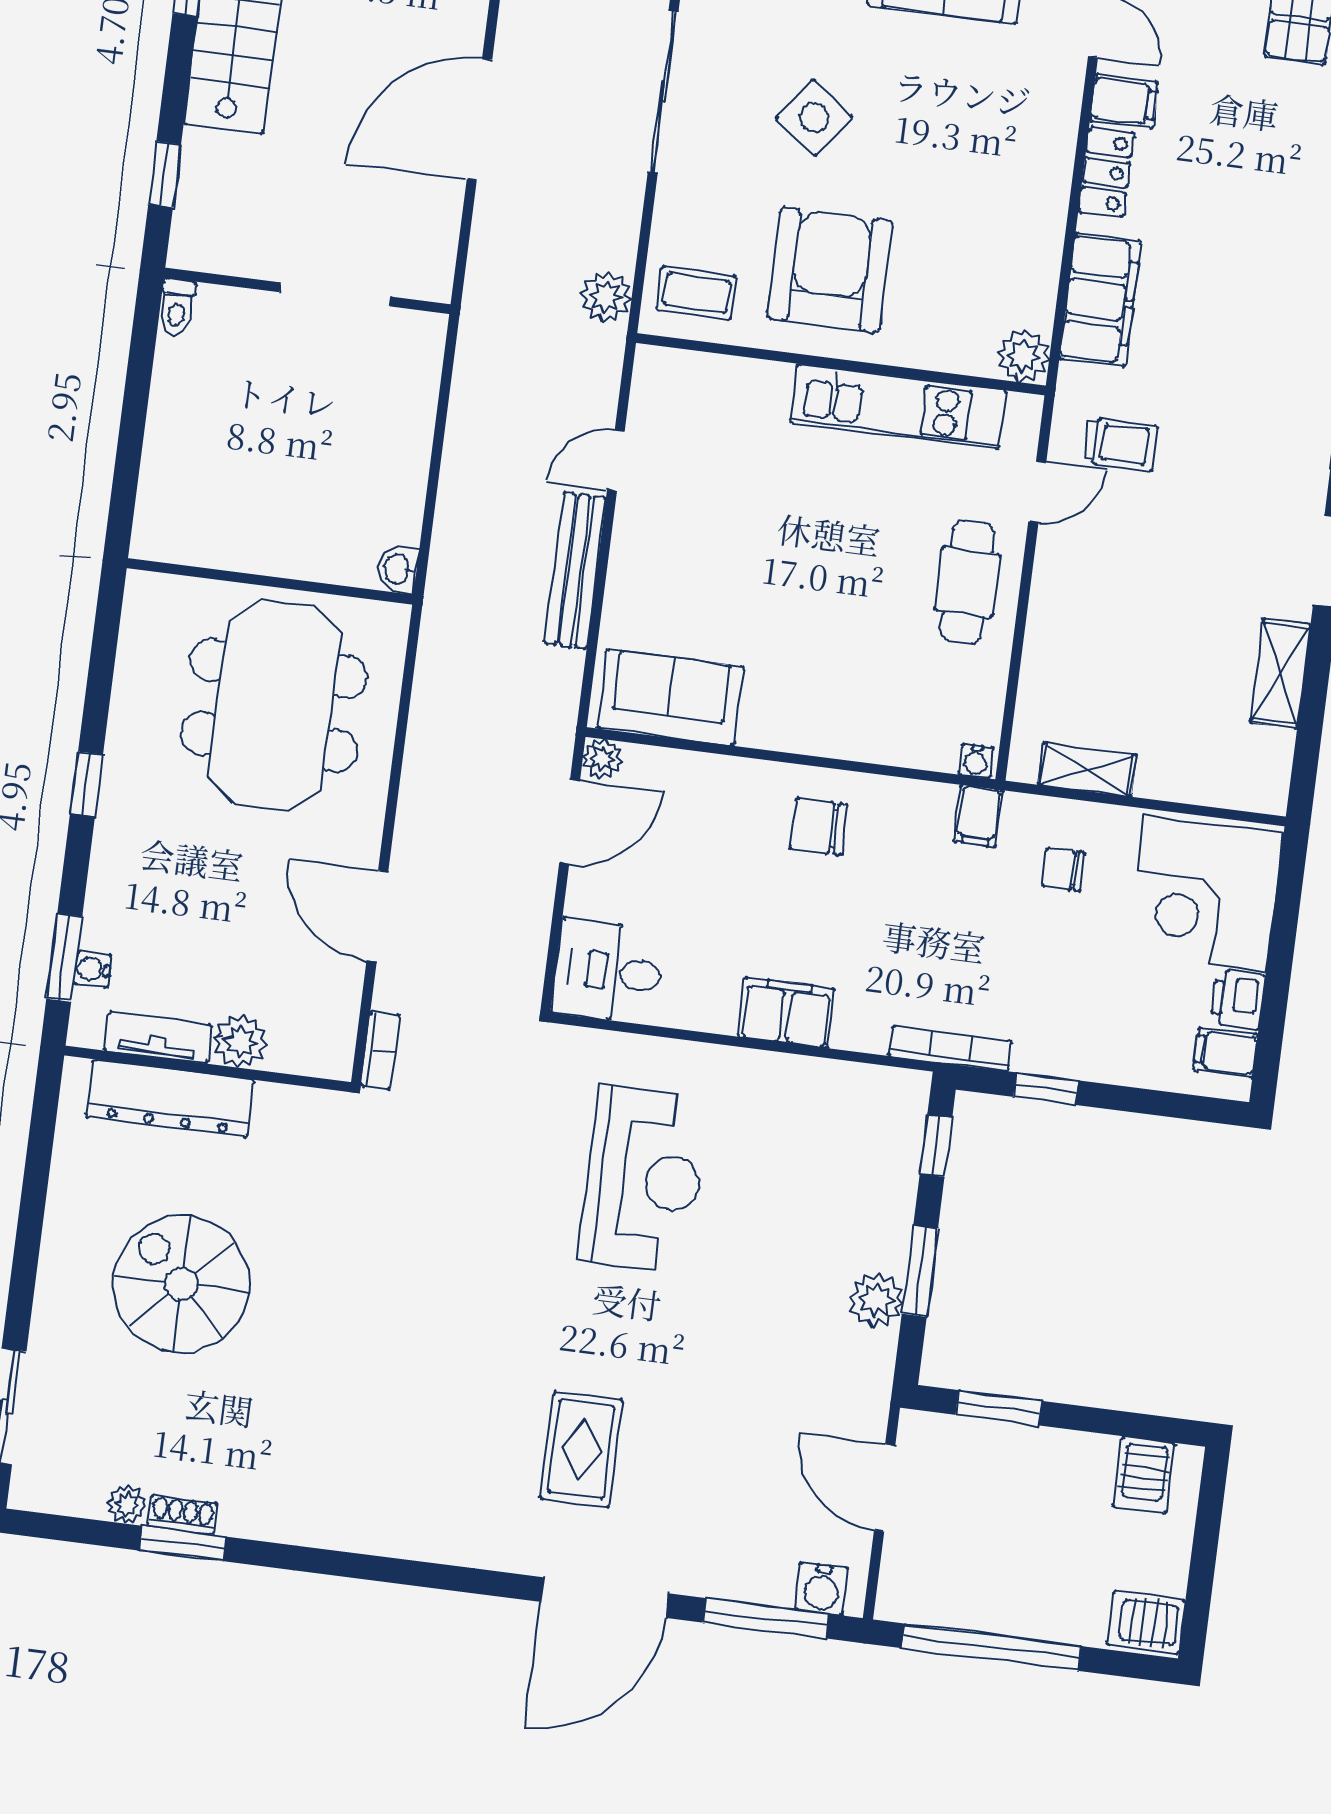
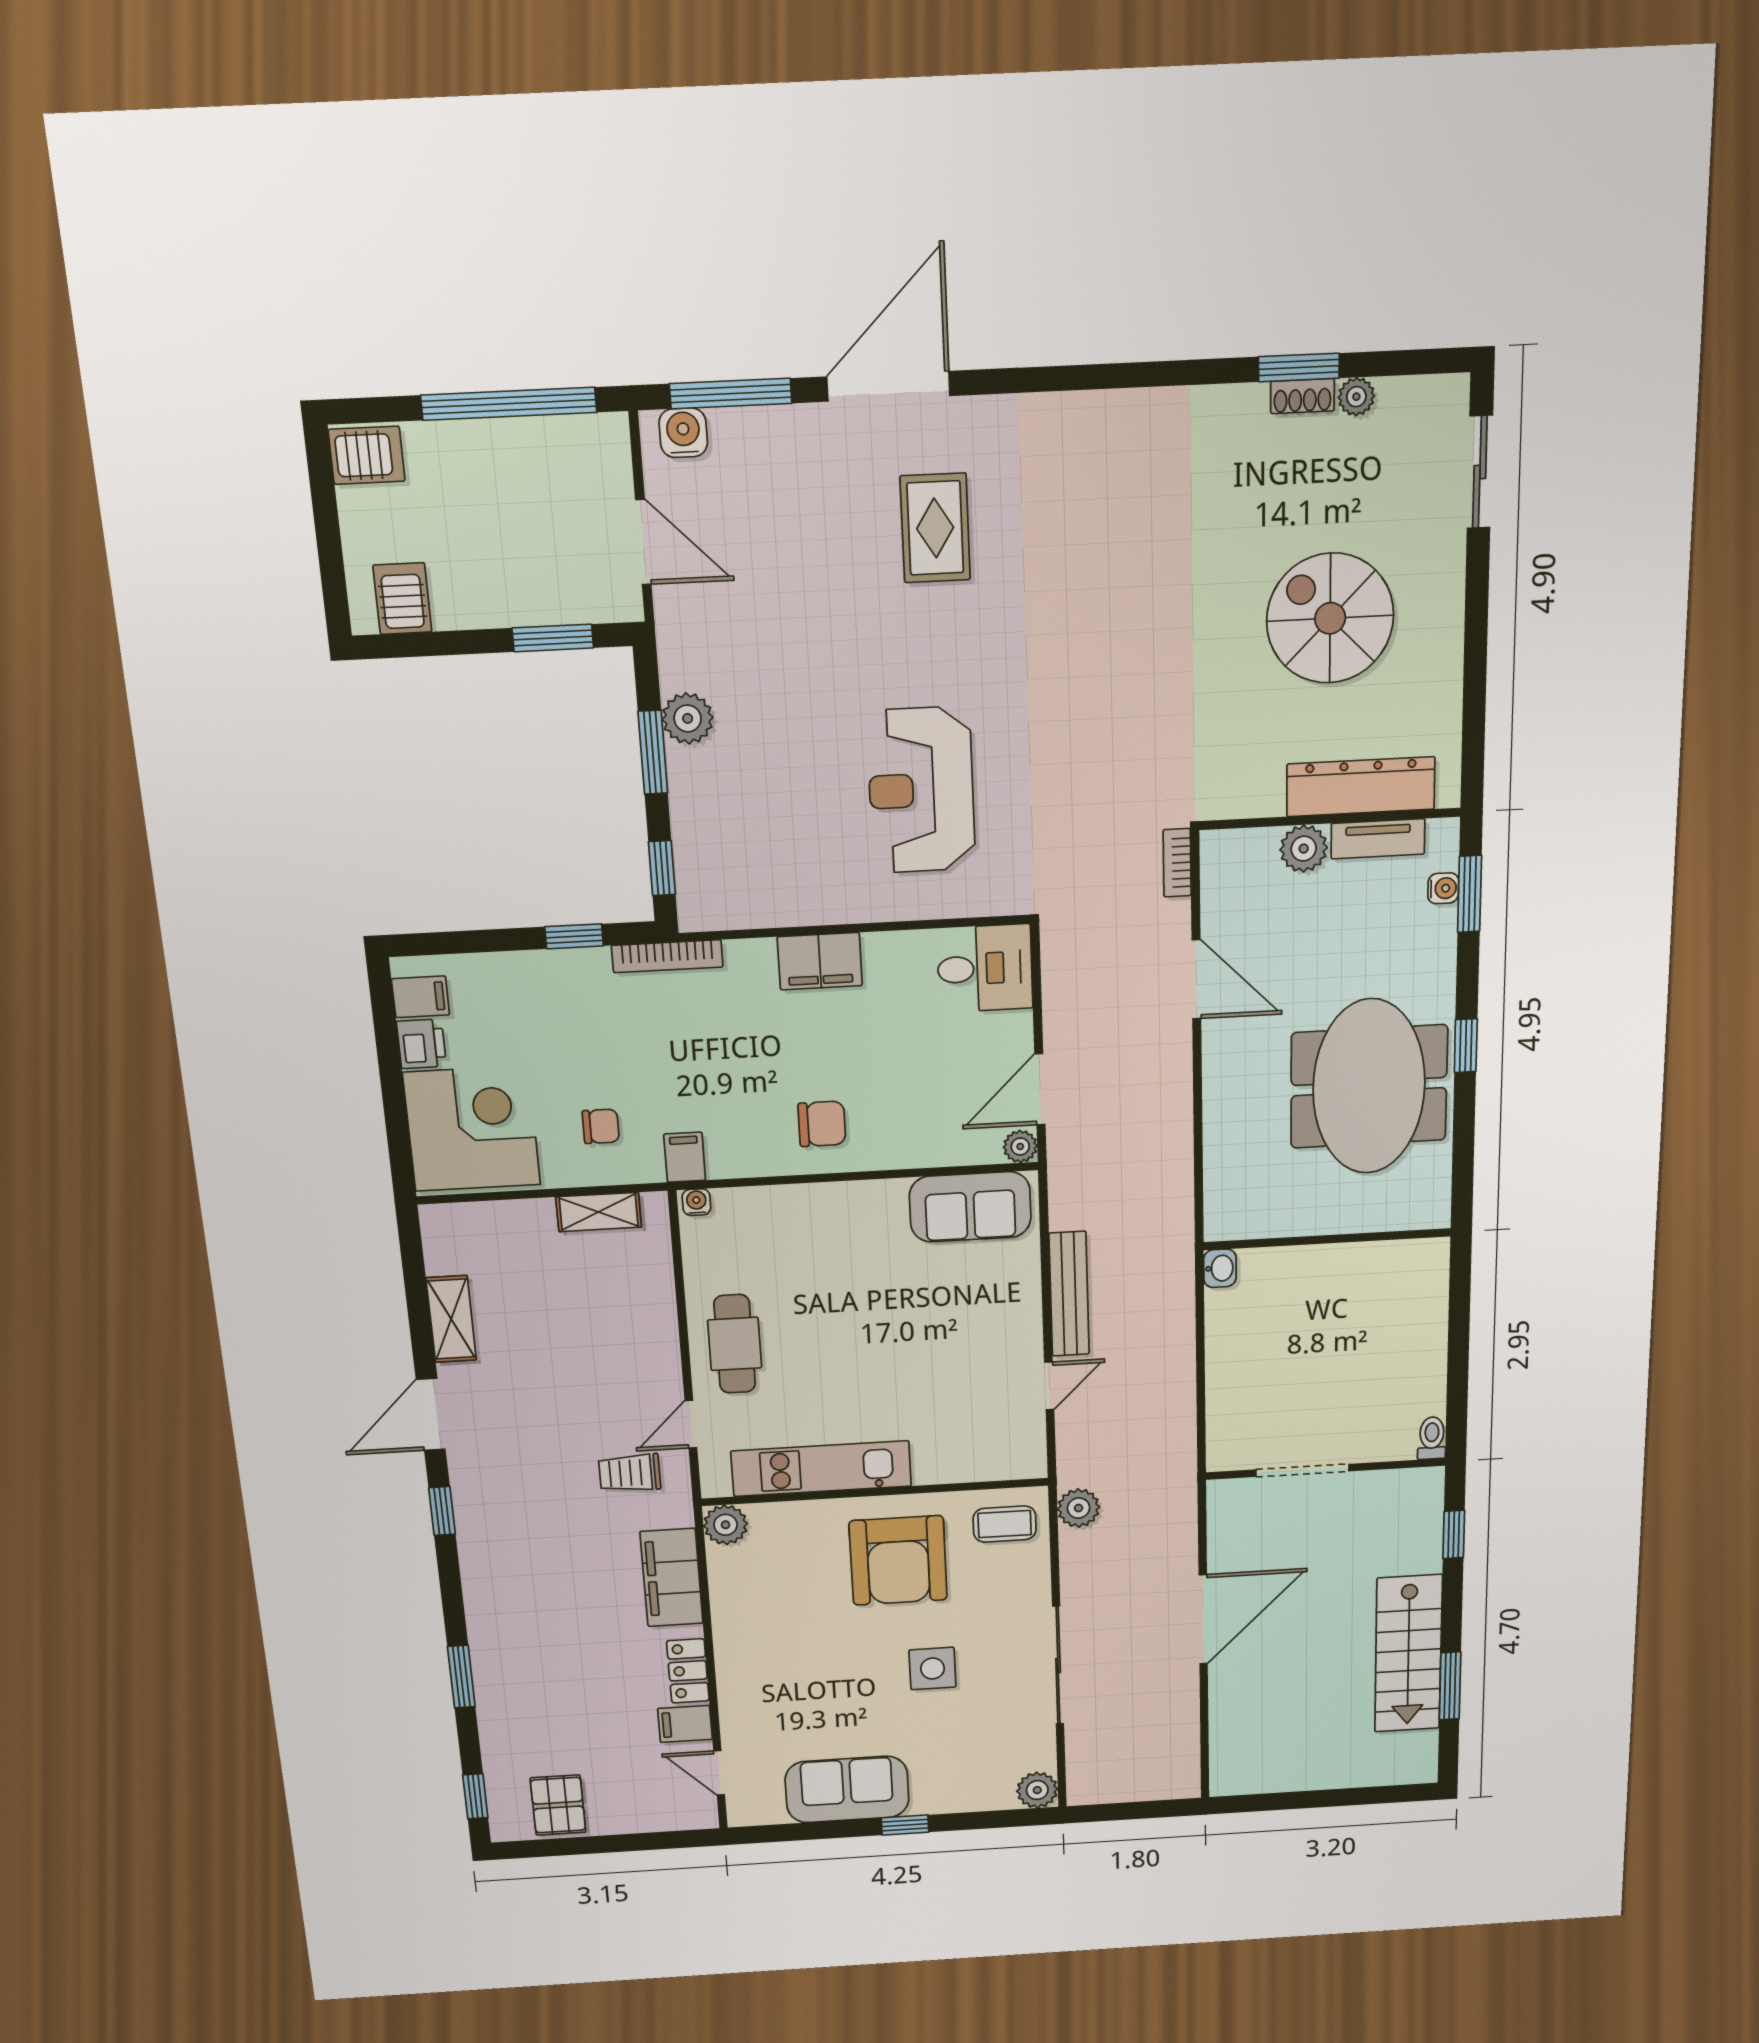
side table: (814, 118) -> (932, 1668), turned -36
meeting table: (274, 705) -> (1369, 1087), moved
spiral stairs: (181, 1284) -> (1330, 618), turned 180

